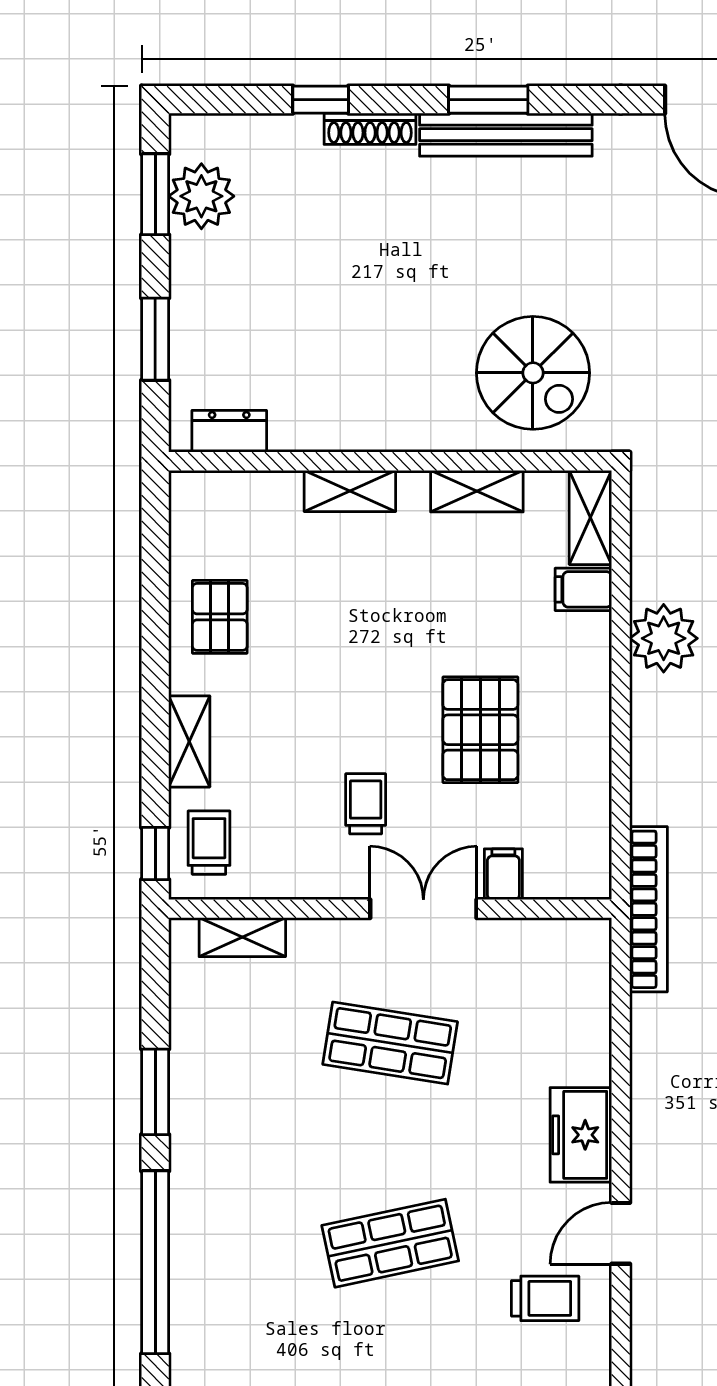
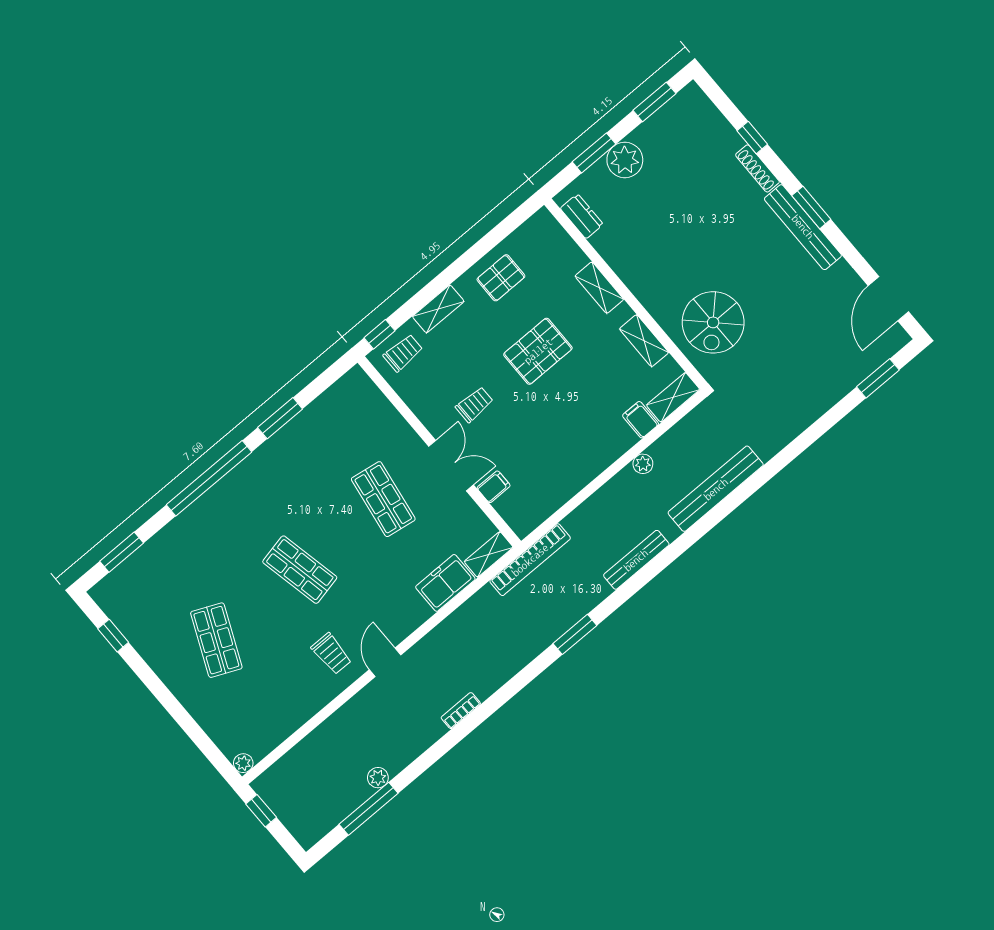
plant: (201, 196) -> (625, 160), moved
plant: (664, 638) -> (643, 464), width x0.53, depth x0.53
pallet: (480, 730) -> (538, 351), moved
shelving: (242, 937) -> (489, 554), moved, turned 90
freezer: (581, 1135) -> (445, 583), moved
door: (621, 1233) -> (385, 662), hinge flipped

